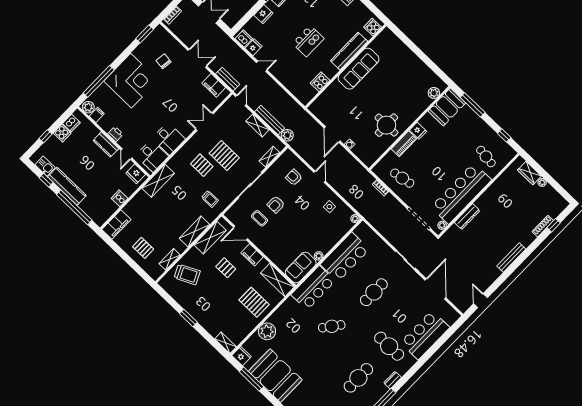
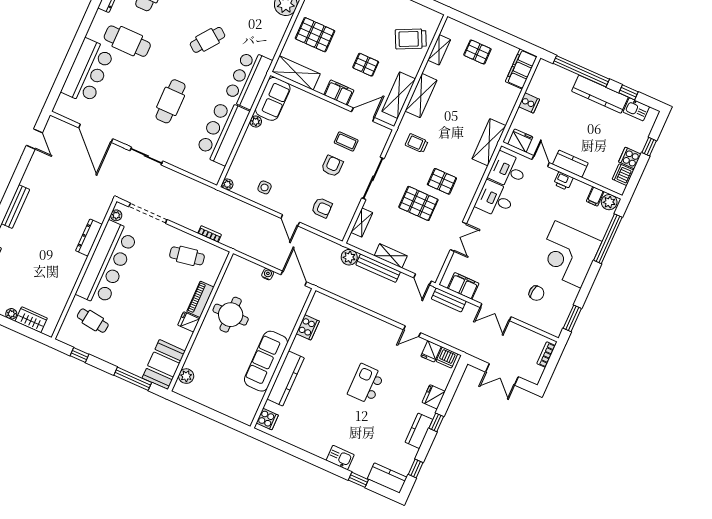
cooker: (373, 27) -> (267, 419), moved
kitchen counter: (349, 51) -> (286, 378), moved
wall: (346, 66) -> (283, 358), moved
sofa: (359, 69) -> (266, 361), moved
cooker: (320, 82) -> (308, 327), moved

